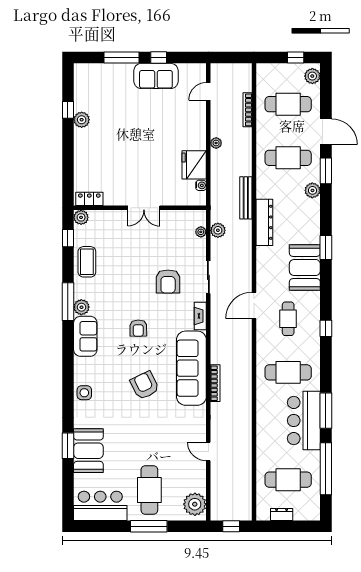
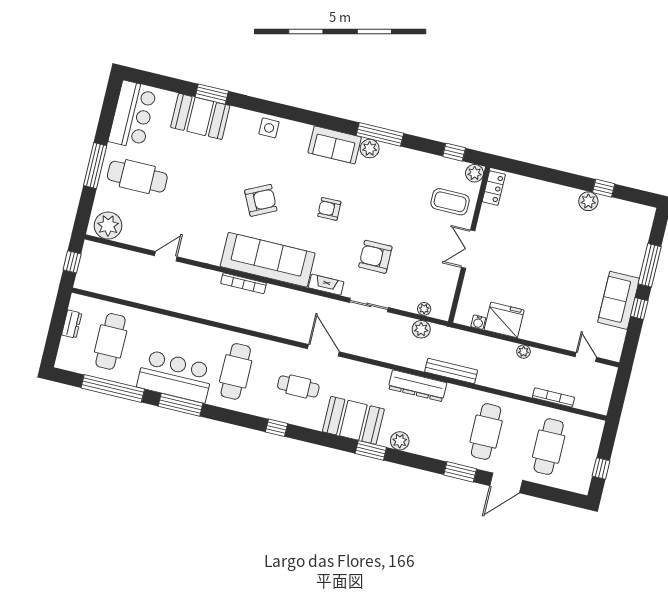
plant: (312, 76) -> (575, 483), removed
plant: (312, 190) -> (400, 441), moved
coffee table: (87, 262) -> (450, 202), moved

